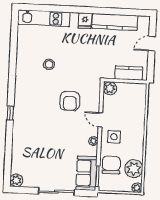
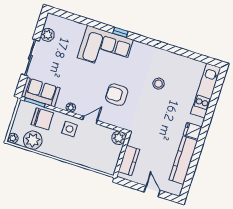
corner sofa: (29, 123) -> (105, 49), added
plant: (16, 180) -> (47, 35), moved

